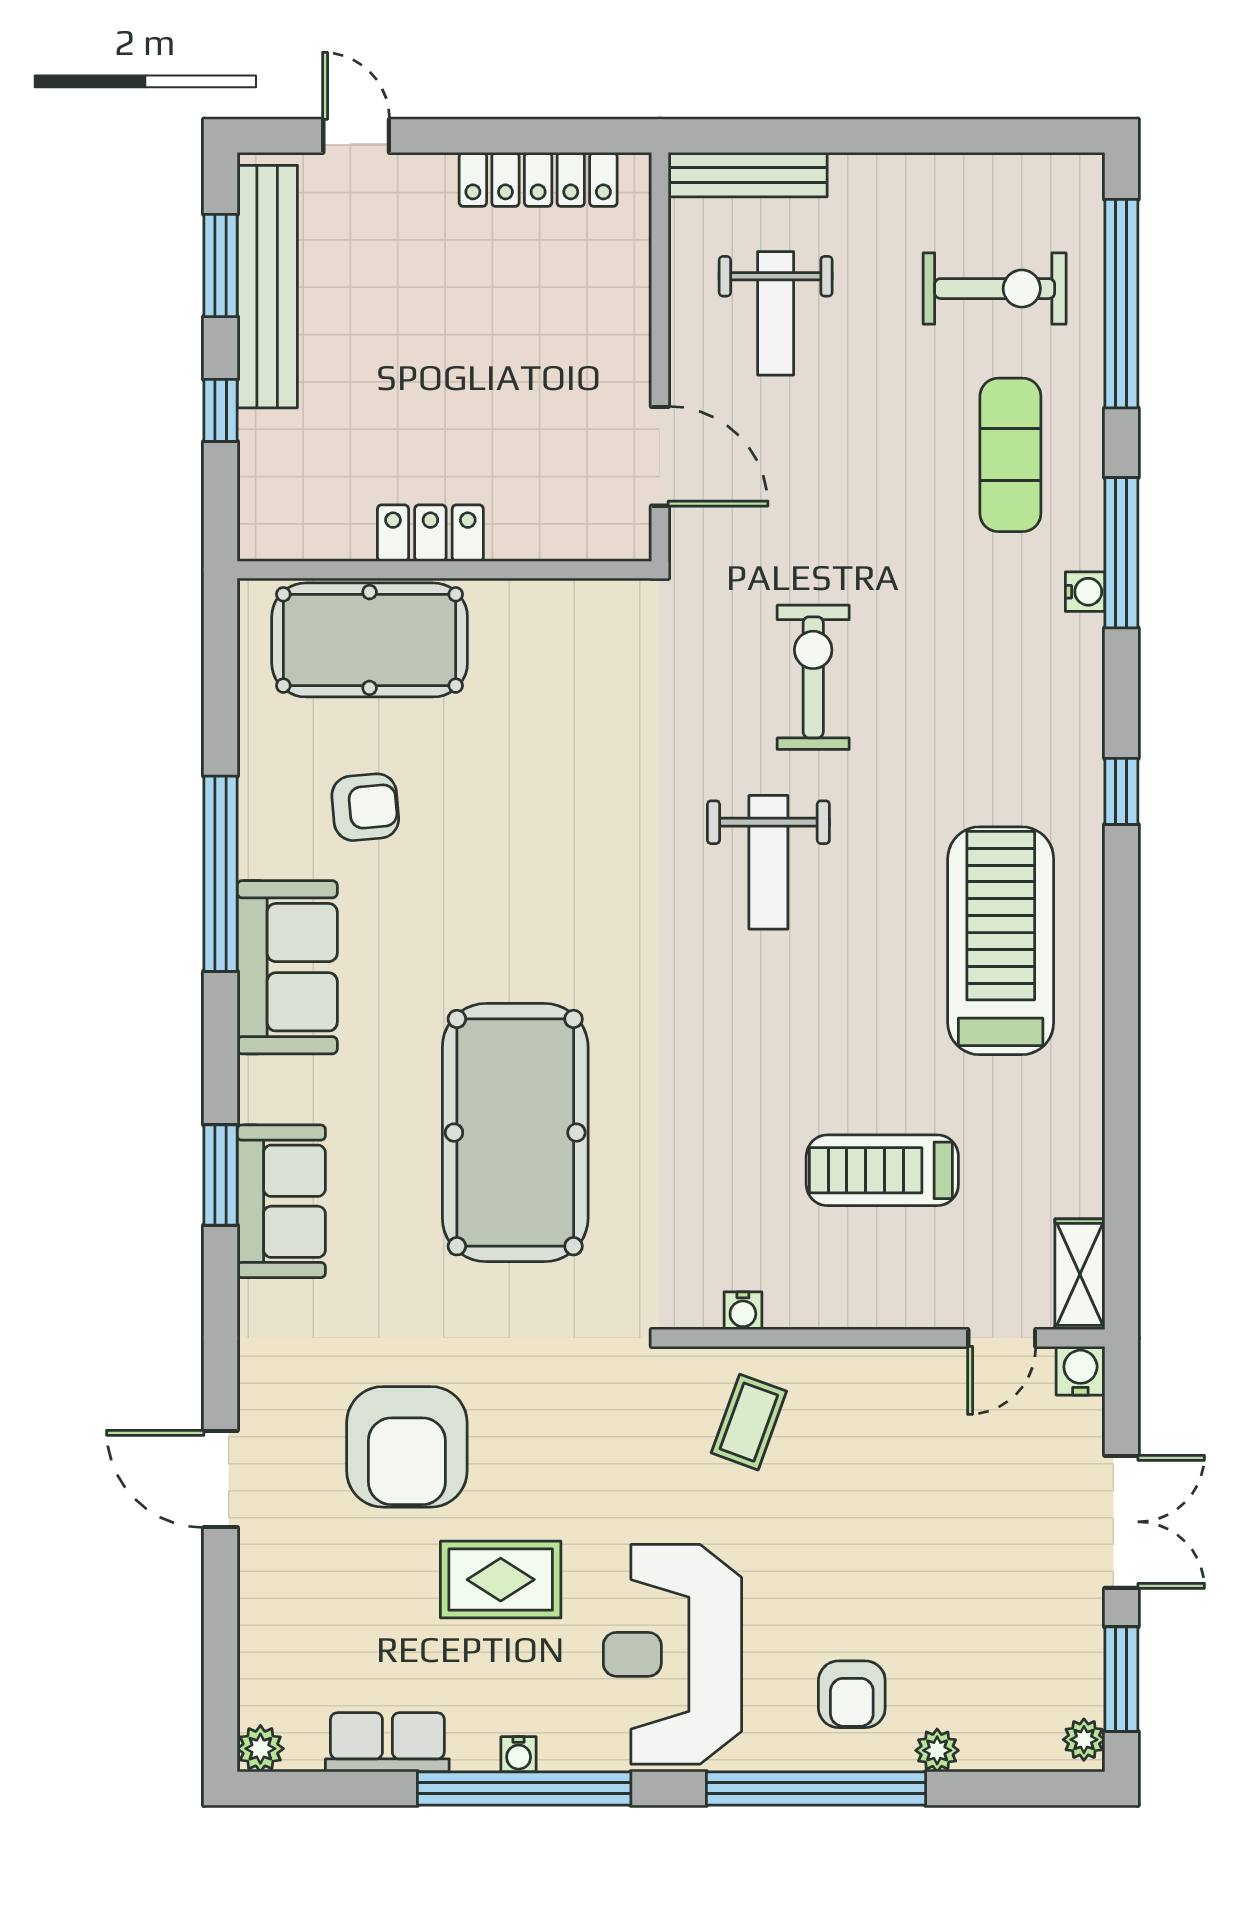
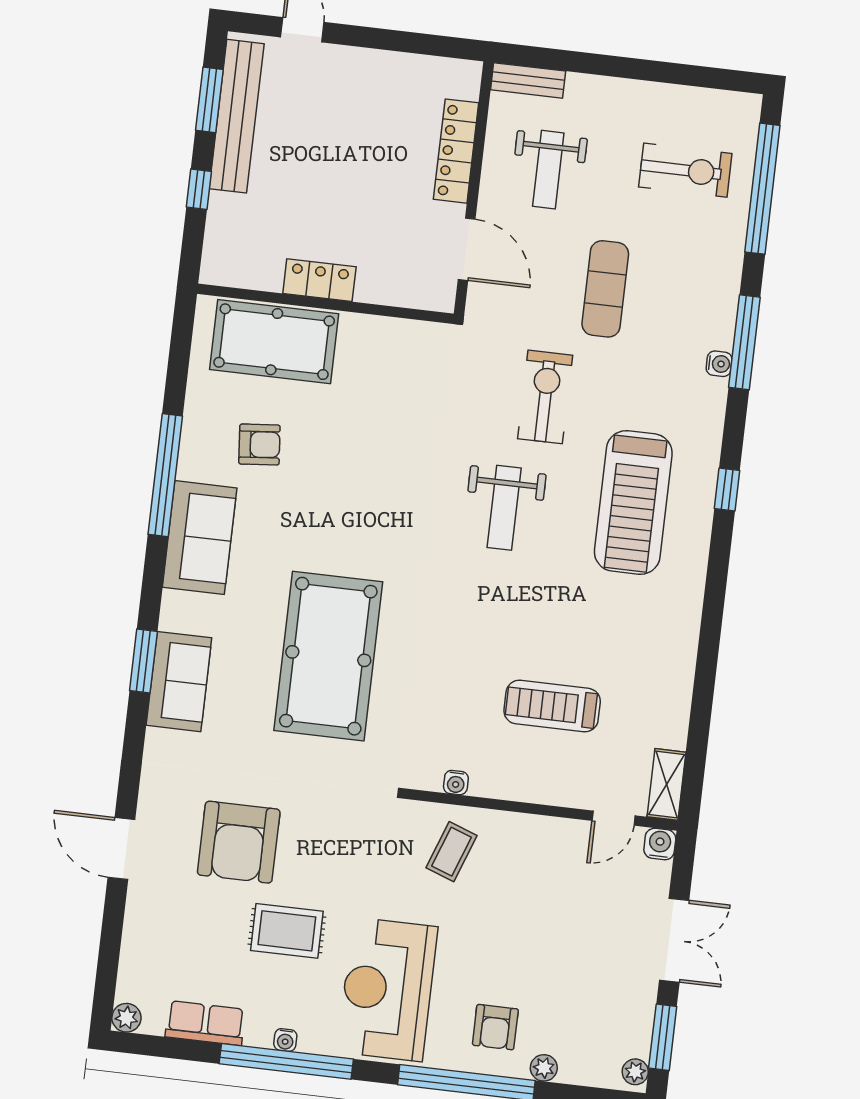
bench: (748, 175) -> (528, 80), width x0.73
locker: (538, 179) -> (456, 151), moved, turned 90
exercise mat: (1010, 455) -> (605, 289), moved
treadmill: (1001, 941) -> (633, 502), moved, turned 180

